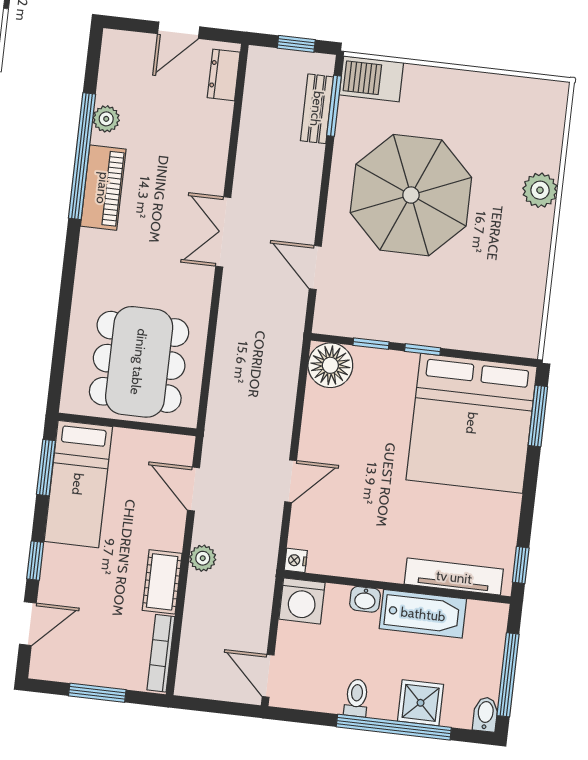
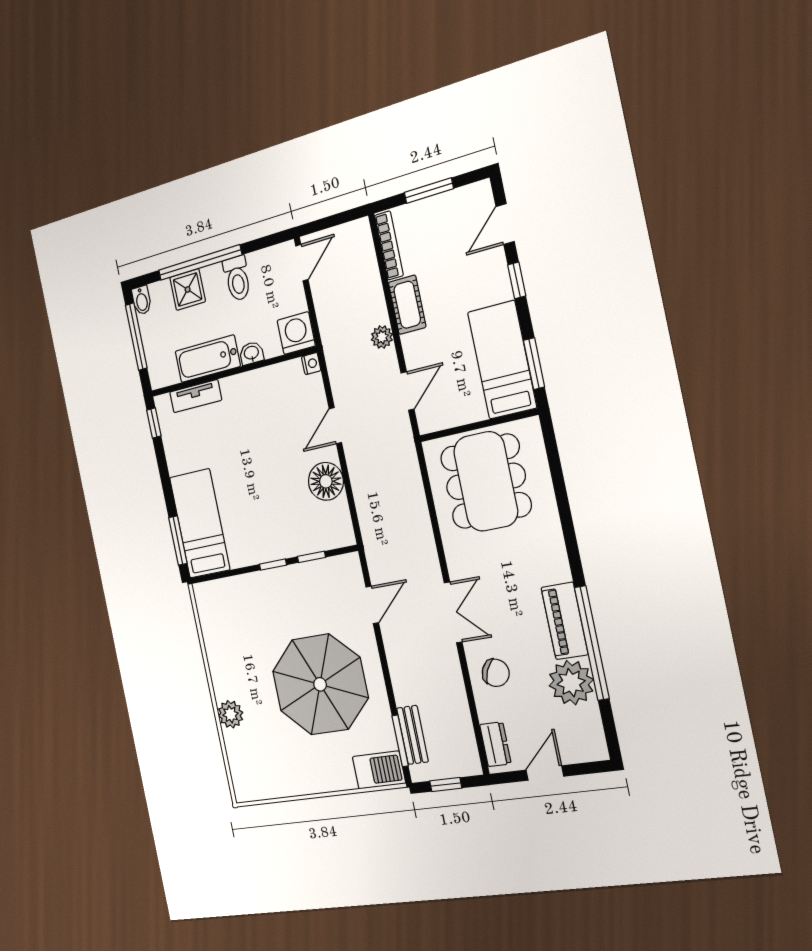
plant: (106, 119) -> (571, 683), width x1.87, depth x1.87
chair: (197, 153) -> (496, 673), added
door: (315, 267) -> (372, 605), hinge flipped
floor lamp: (330, 365) -> (326, 481), moved
bed: (472, 423) -> (200, 523), width x0.49
door: (193, 489) -> (407, 391), hinge flipped
tv unit: (454, 577) -> (196, 396), width x0.71
door: (268, 676) -> (302, 263), hinge flipped
toilet: (356, 698) -> (237, 278), width x1.37, depth x1.39

